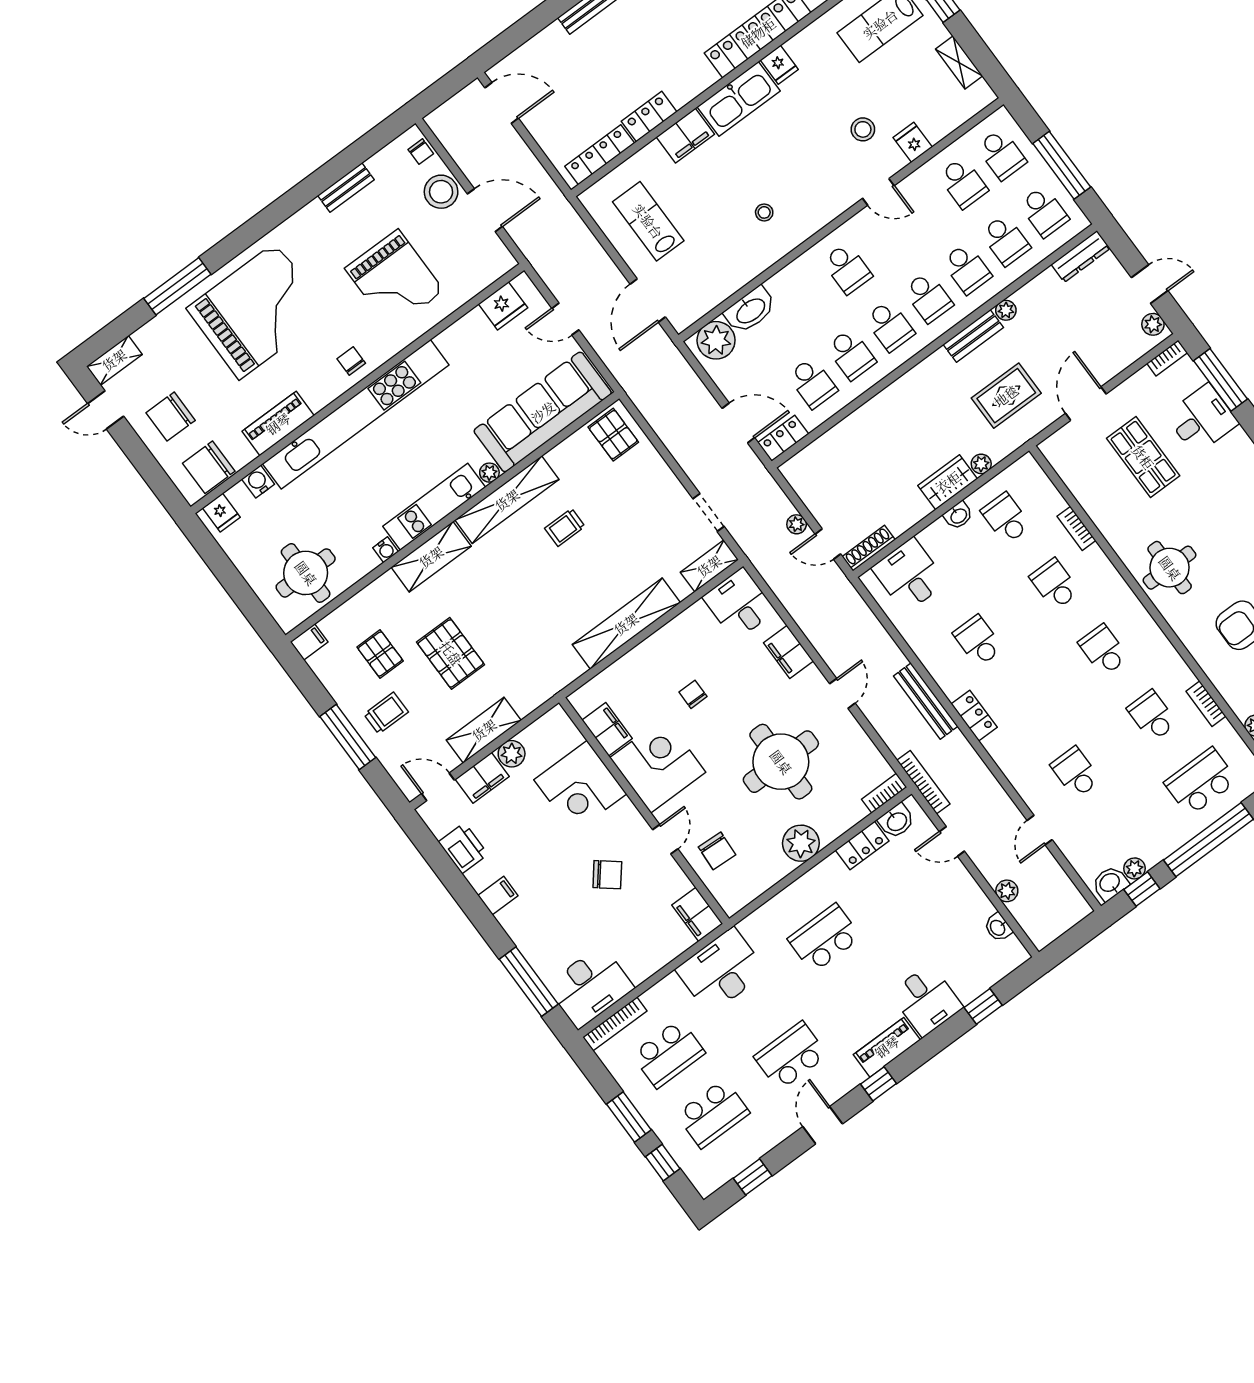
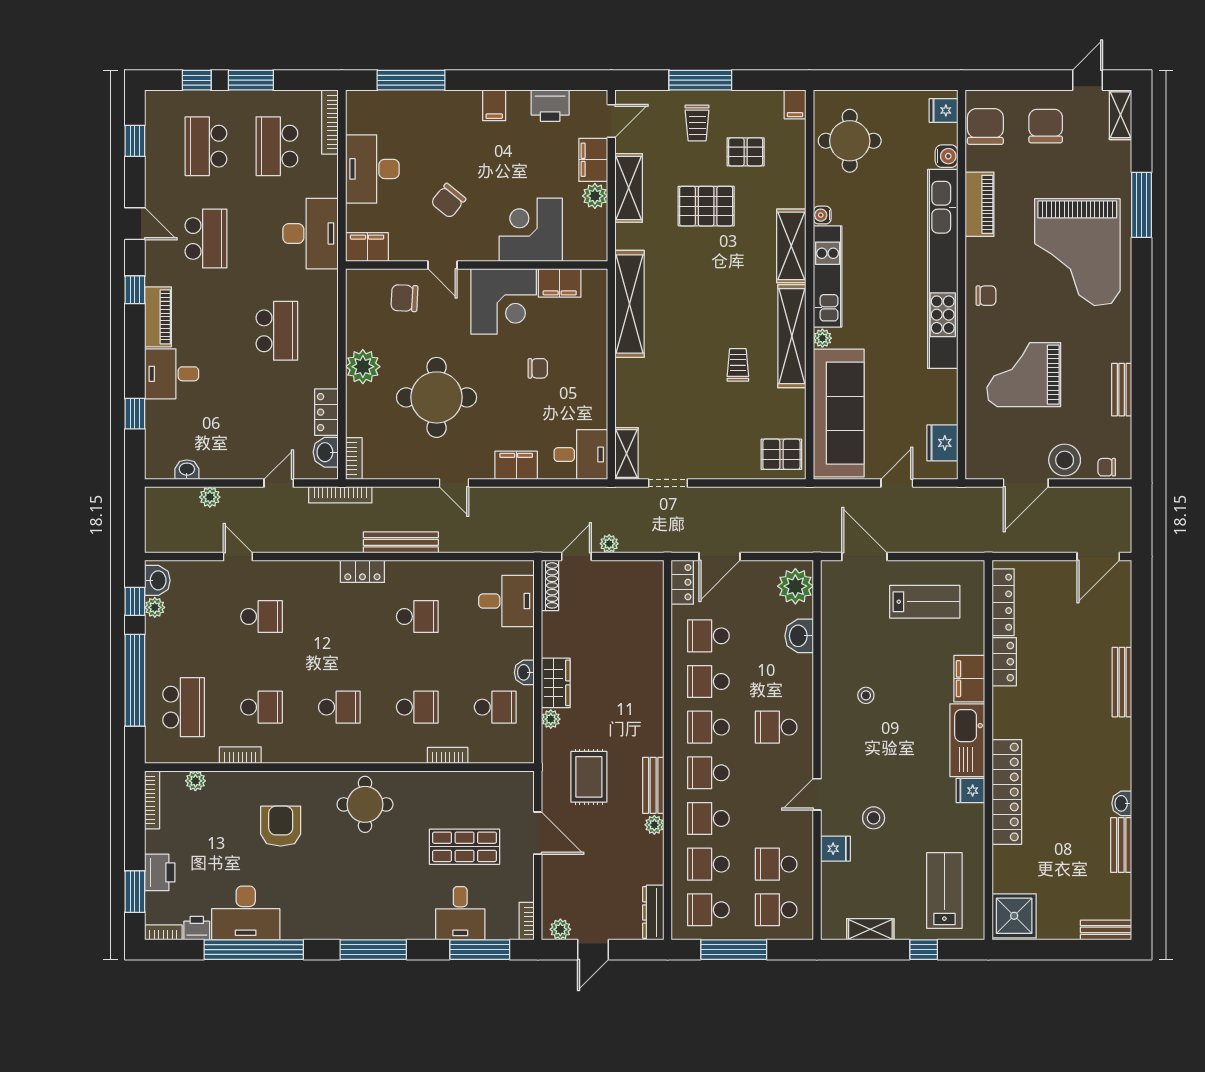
washbasin: (750, 310) -> (799, 636), width x0.72
shelving: (626, 624) -> (629, 304), moved
desk: (590, 987) -> (372, 169), moved

